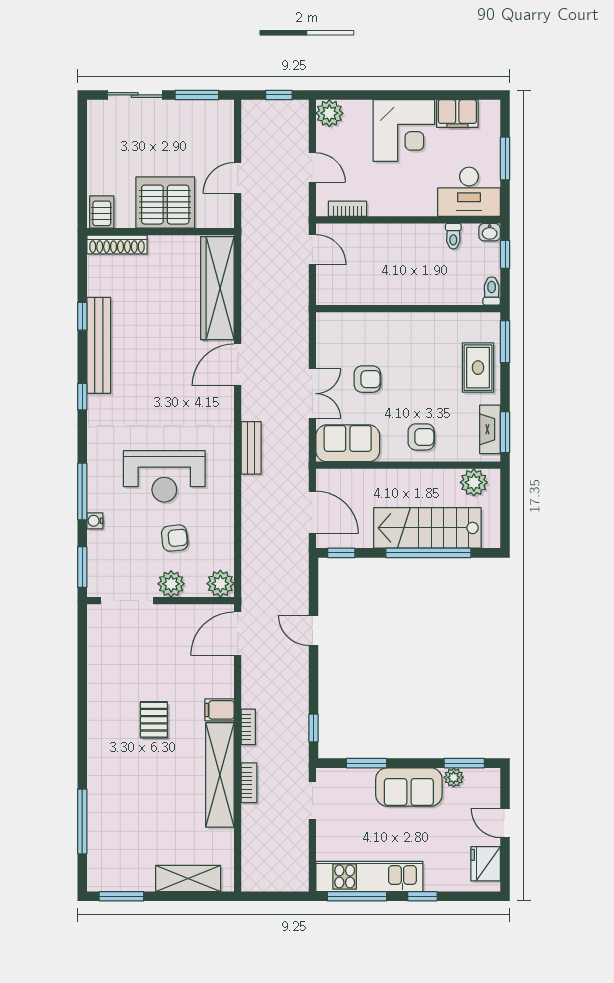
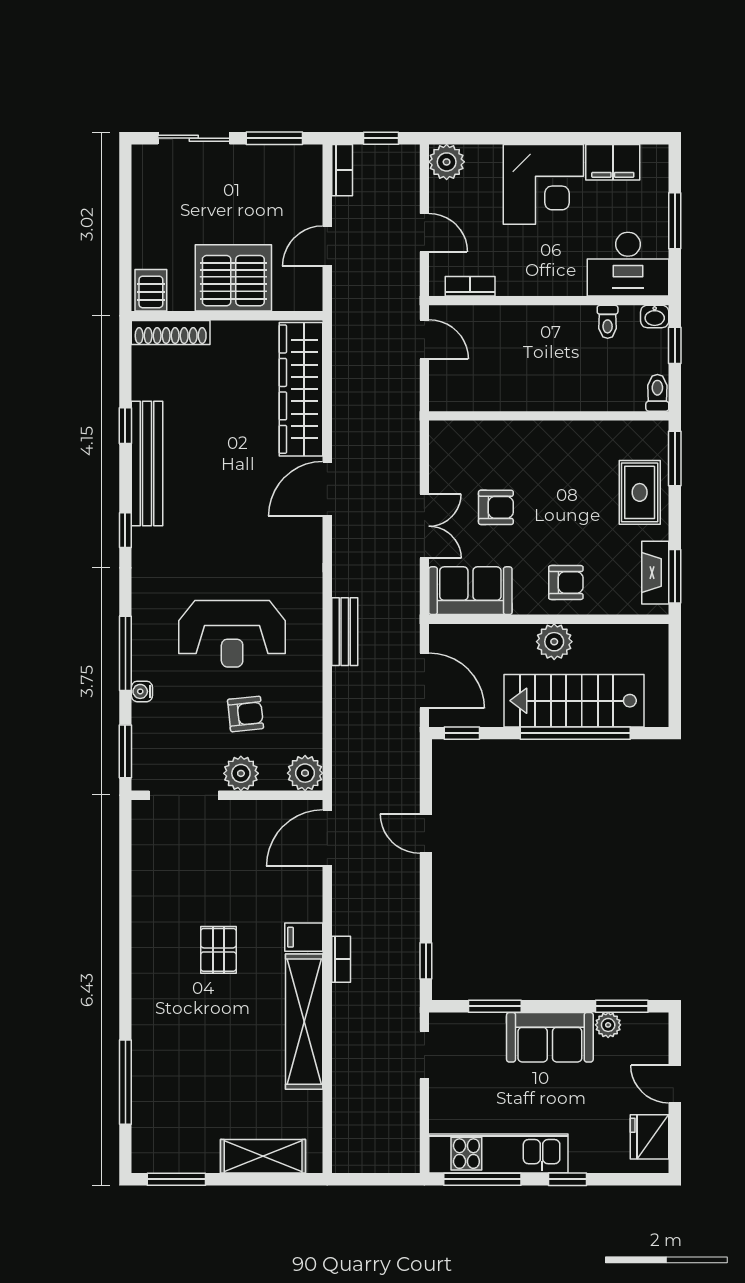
bench: (251, 448) -> (345, 632), moved
plant: (474, 482) -> (554, 642), moved
bookcase: (249, 783) -> (342, 170), moved

